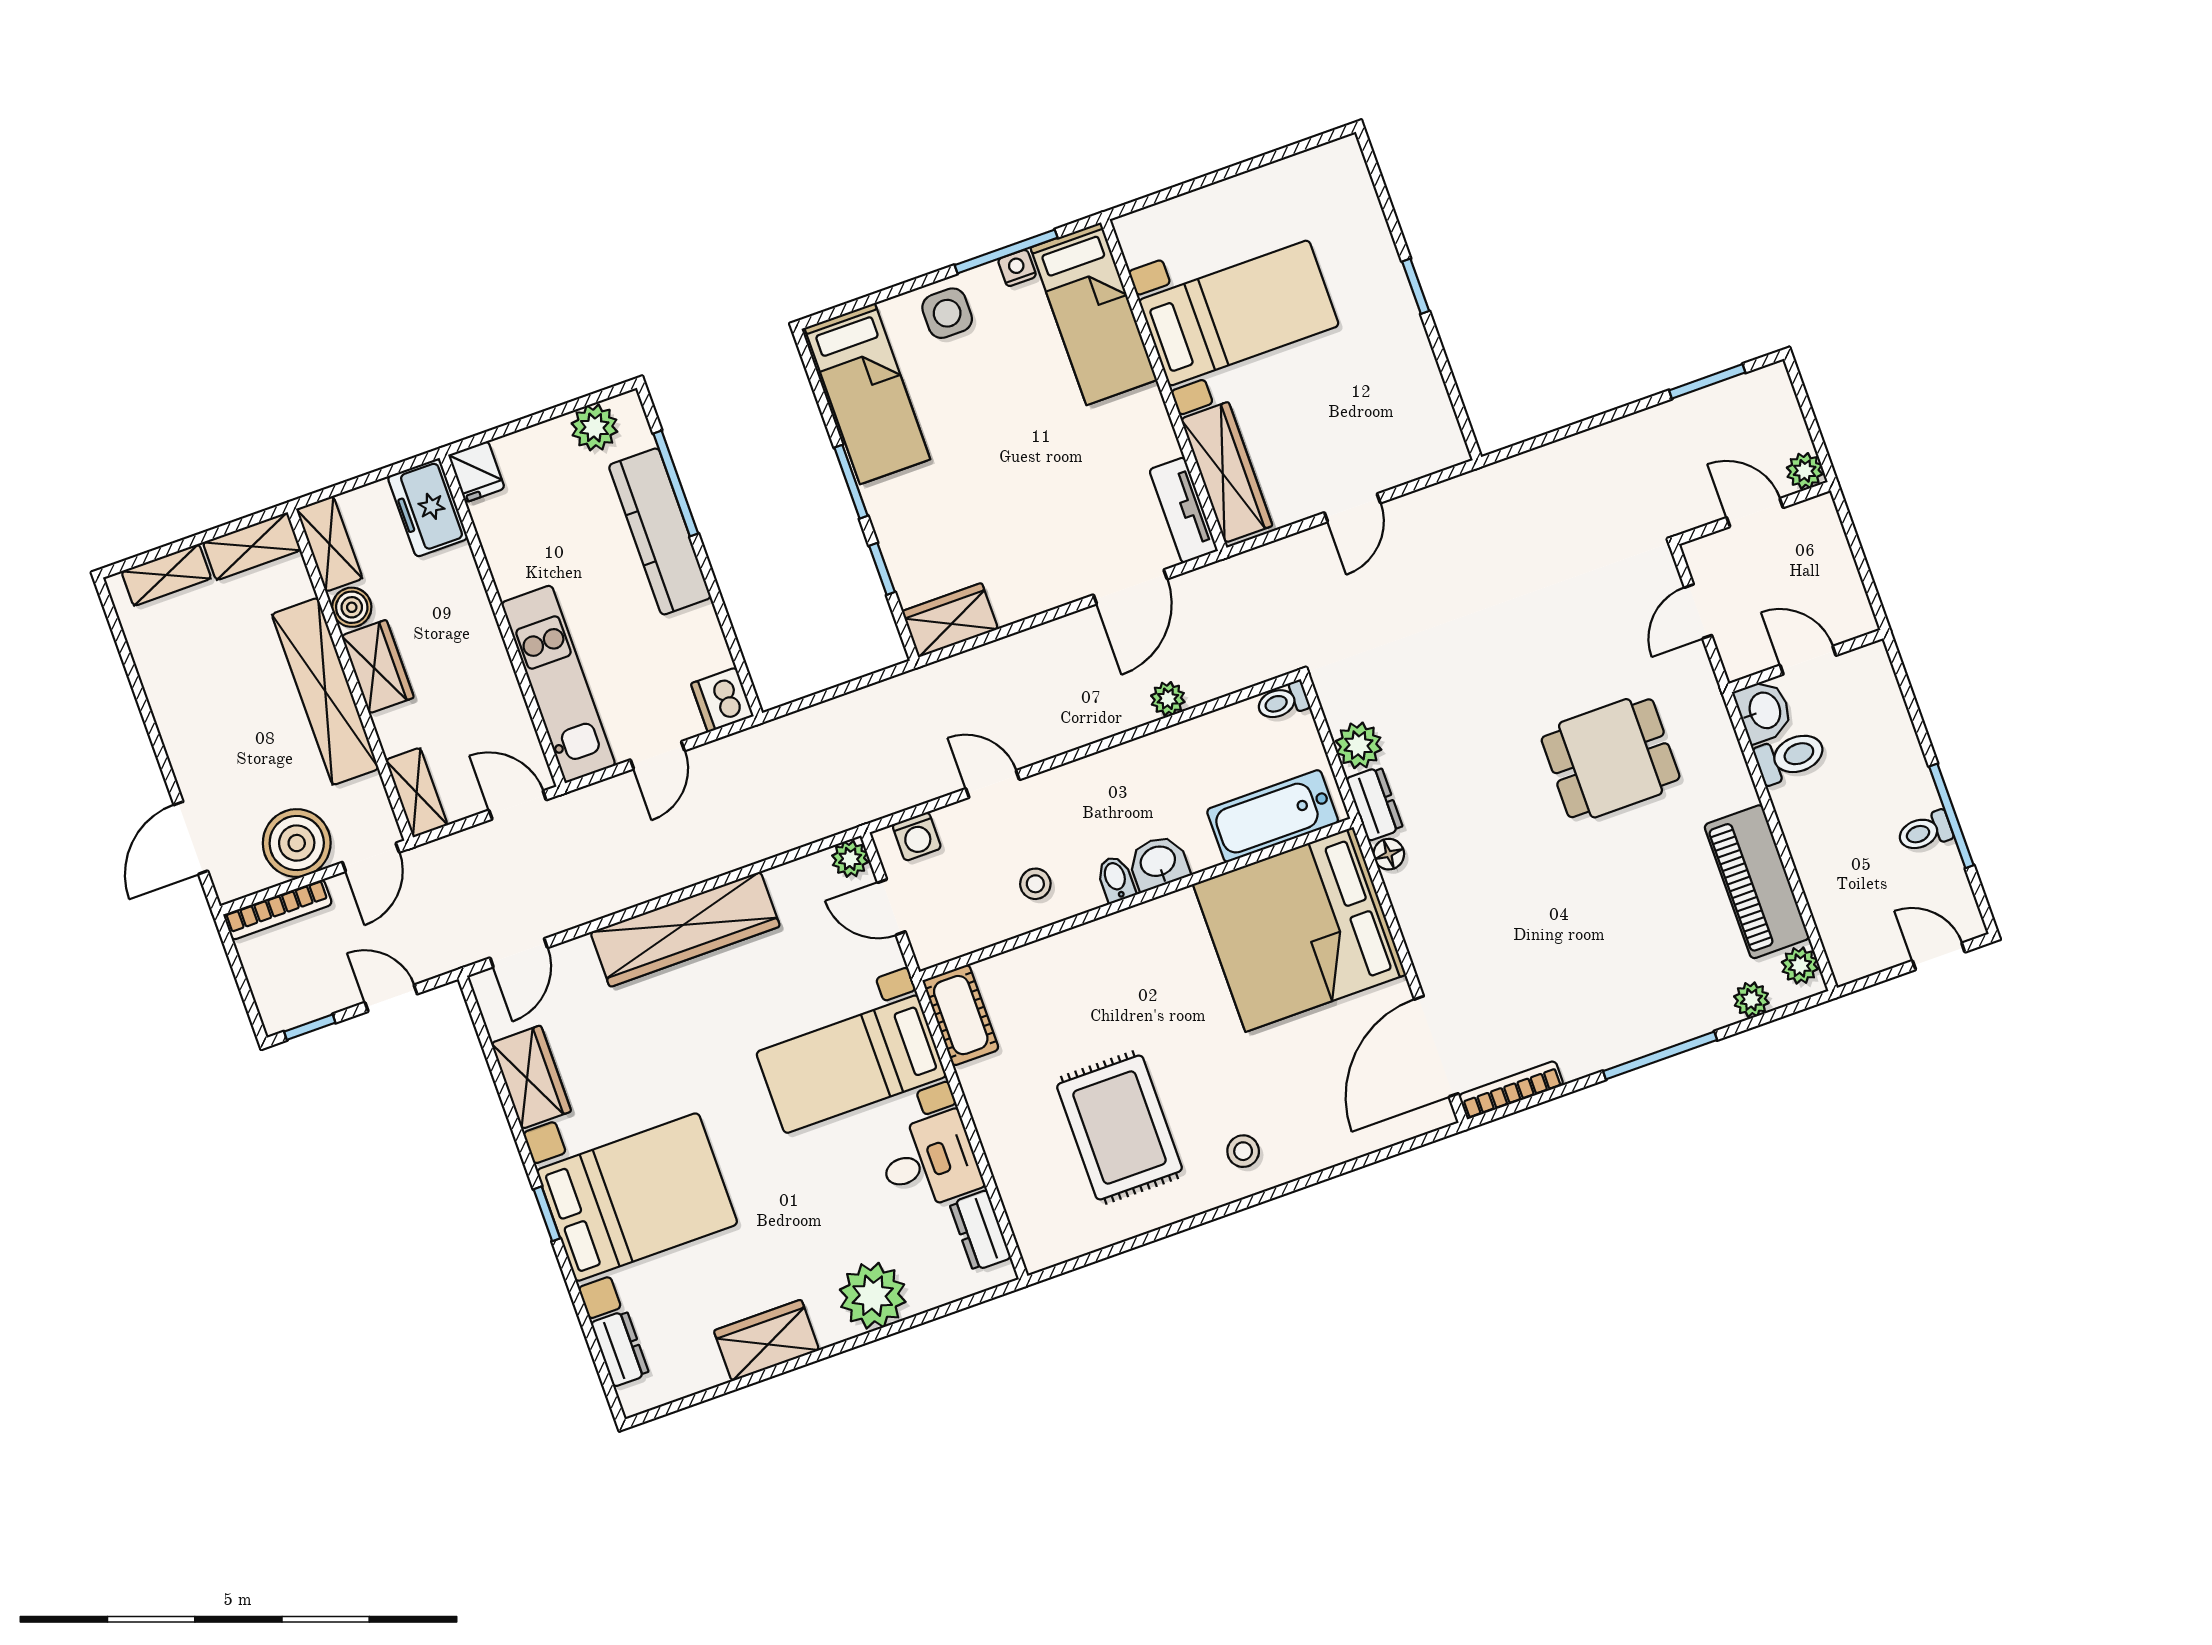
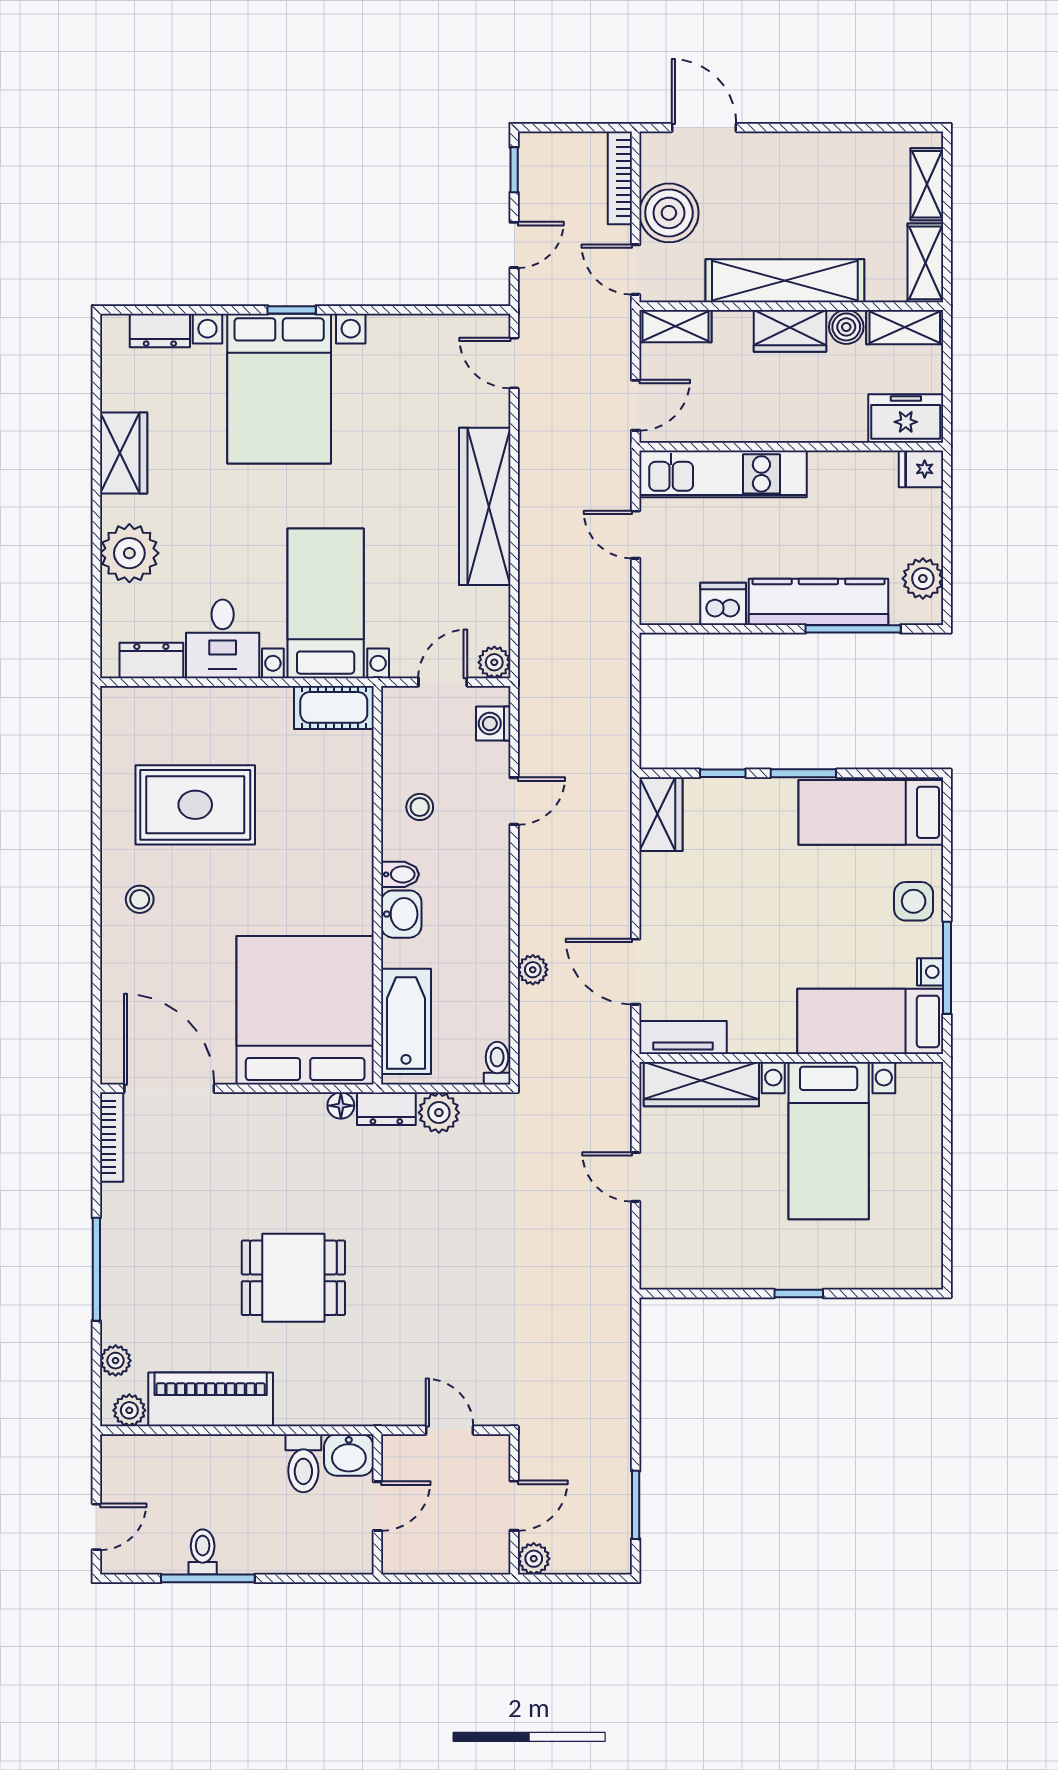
dishwasher: (722, 700) -> (723, 604), moved
dining table: (1611, 758) -> (293, 1278), moved, turned 90
wardrobe: (531, 1077) -> (408, 337), removed

